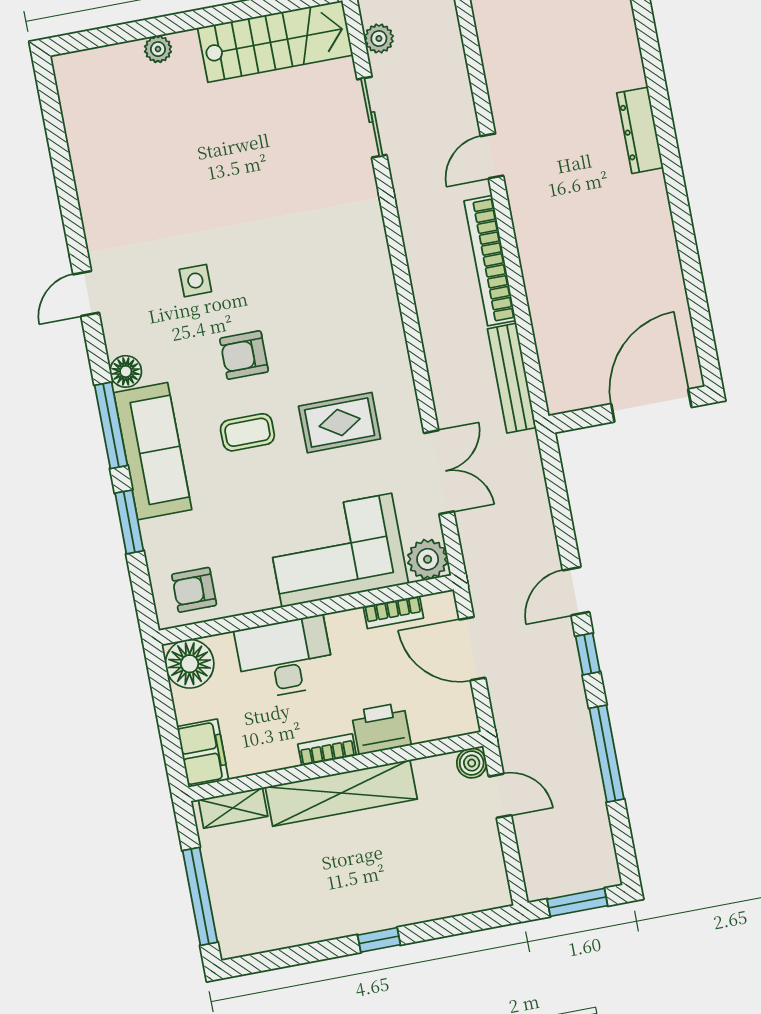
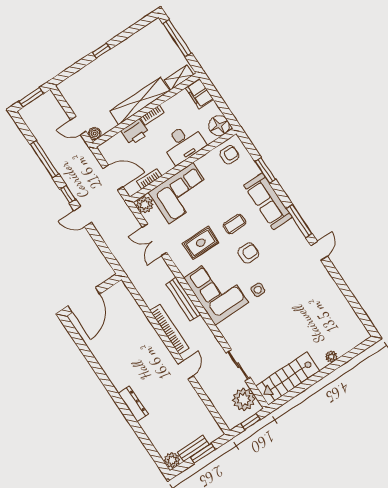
plant: (379, 38) -> (244, 399), width x1.87, depth x1.87
side table: (195, 281) -> (258, 290), moved
corner sofa: (350, 303) -> (216, 290), added
floor lamp: (126, 371) -> (291, 227), removed
bench: (512, 378) -> (183, 299), moved
window: (111, 425) -> (299, 221), moved
door: (576, 591) -> (83, 217), swing flipped

